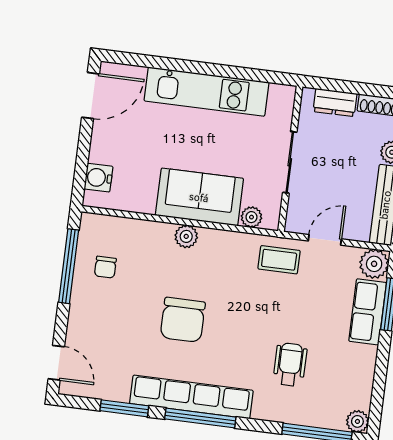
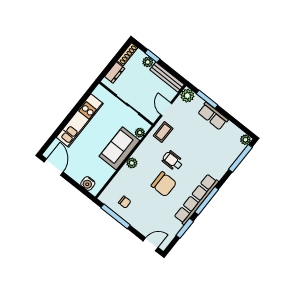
row of seats: (368, 312) -> (213, 116), moved
wheelchair: (290, 365) -> (173, 161), moved

